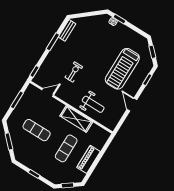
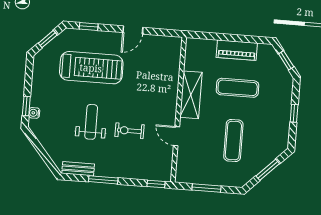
door: (48, 93) -> (176, 136), moved
weight bench: (93, 104) -> (91, 122), moved

